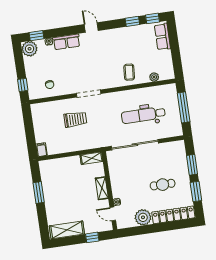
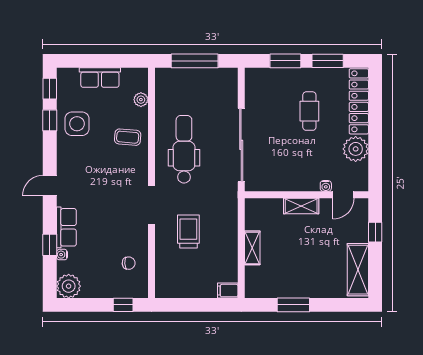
window: (36, 36) -> (50, 245), moved
row of seats: (162, 37) -> (100, 78), moved
side table: (133, 39) -> (77, 124), added
dental chair: (143, 115) -> (184, 149), moved, turned 180
shelving: (91, 158) -> (252, 248), moved

